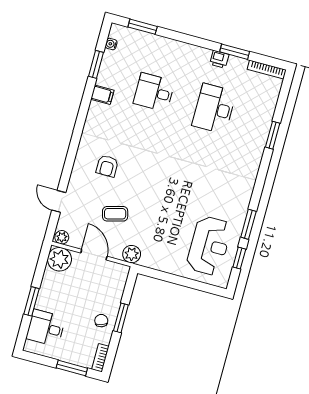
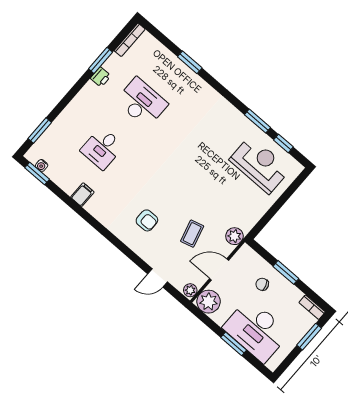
window: (96, 64) -> (37, 174), moved
desk: (214, 109) -> (142, 102), turned 180
chair: (101, 321) -> (262, 284), moved
desk: (46, 328) -> (256, 330), width x1.87, depth x1.30

